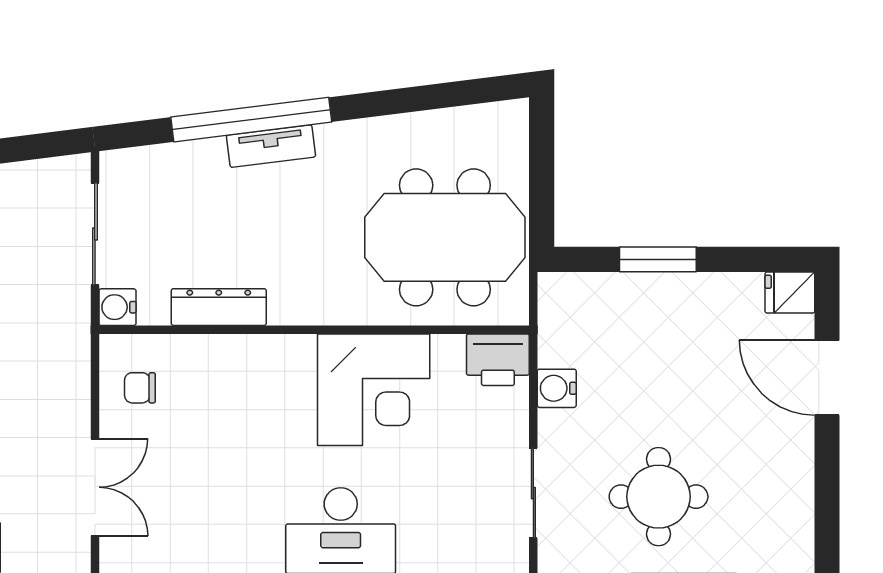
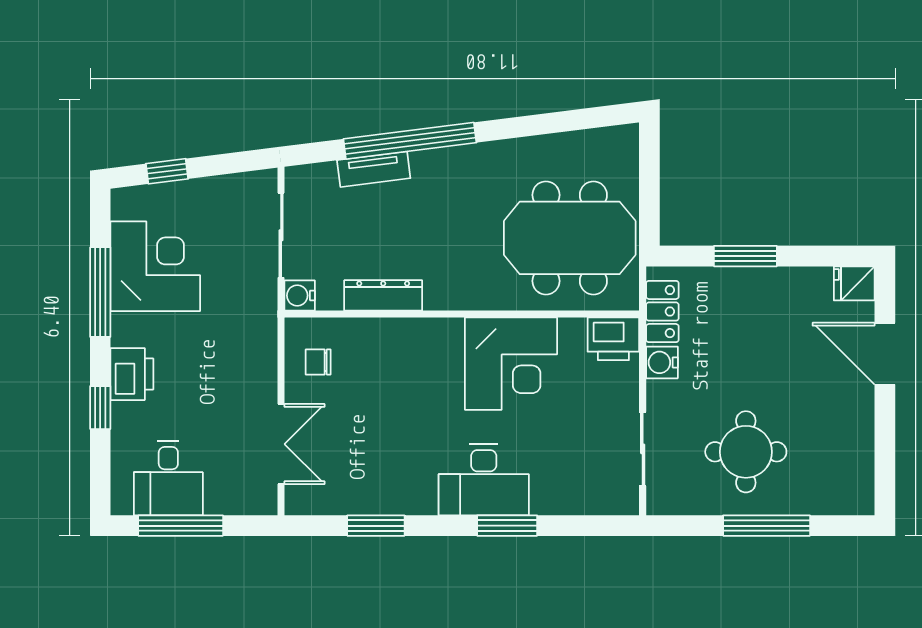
tv unit: (271, 146) -> (374, 169), moved
locker: (557, 327) -> (662, 312), added

